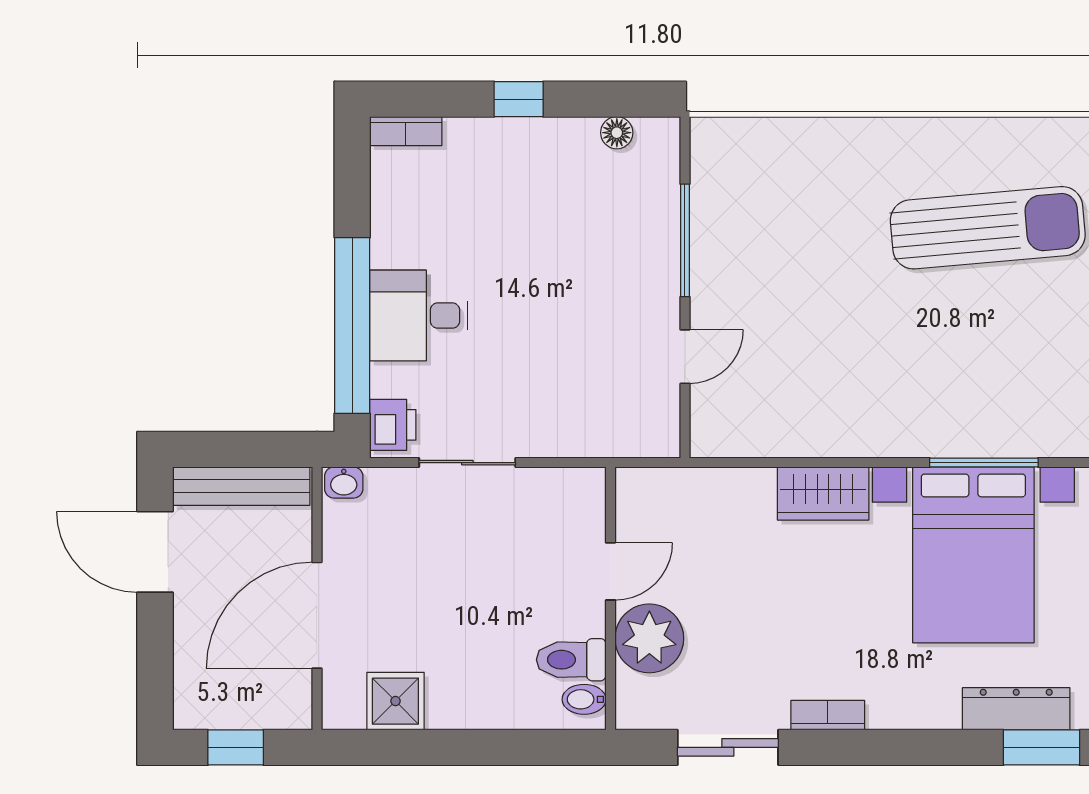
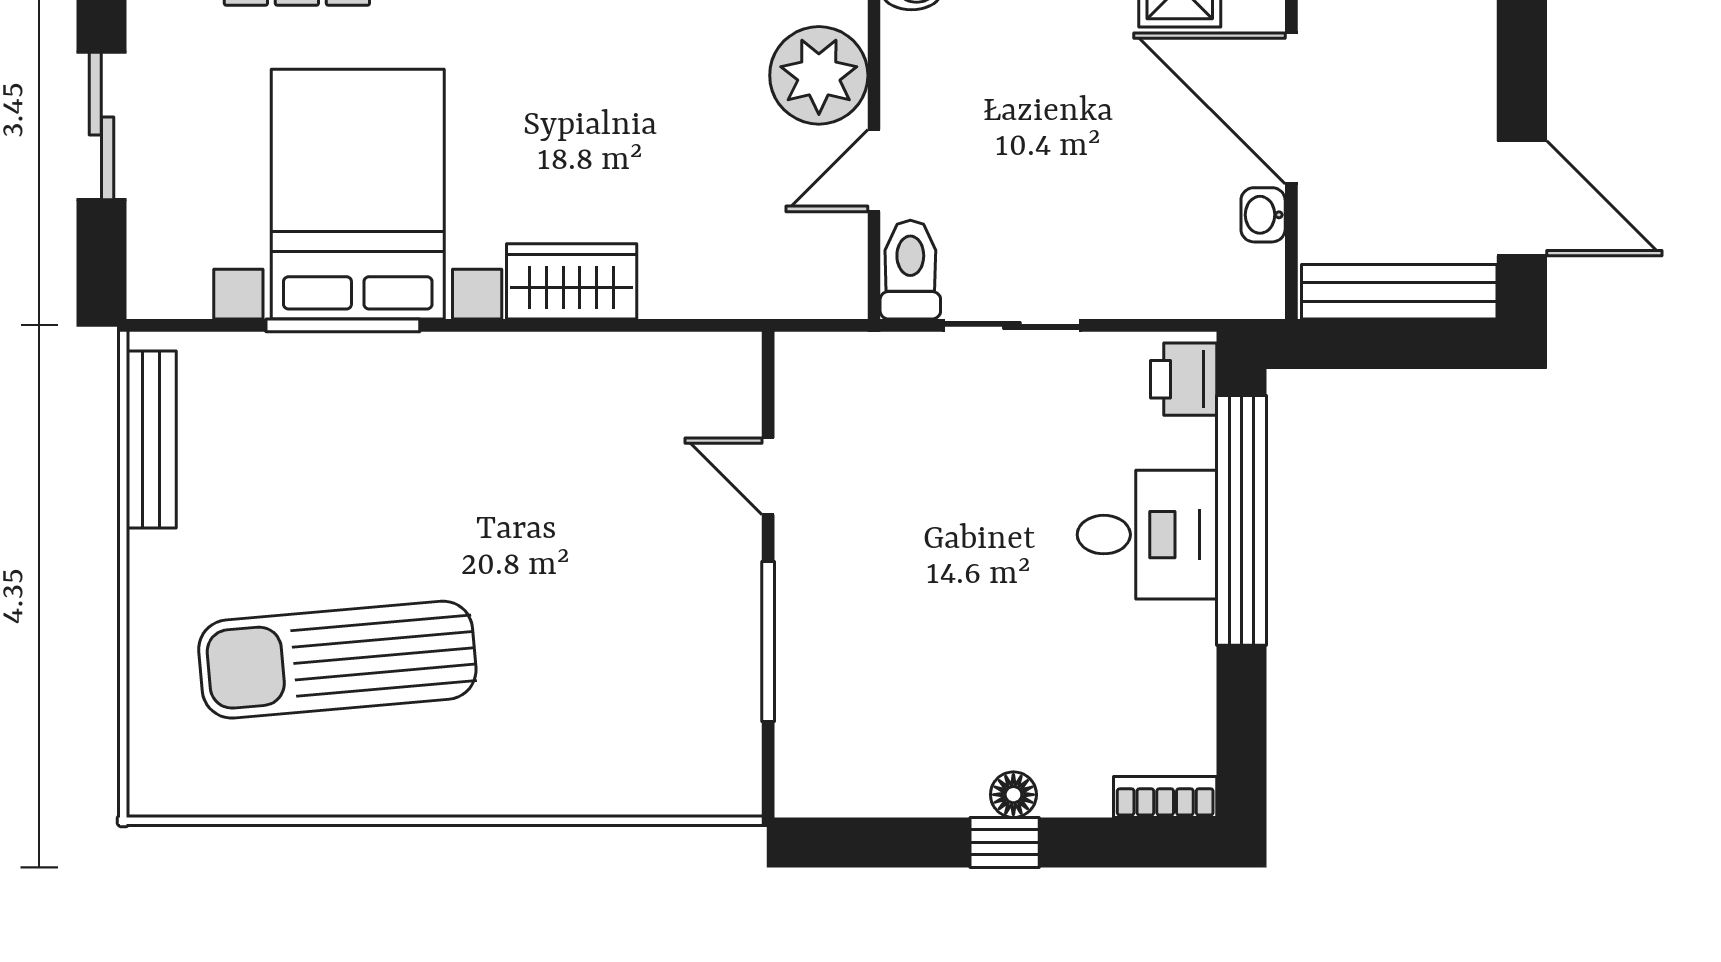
floor lamp: (617, 133) -> (1013, 795), moved
door: (685, 357) -> (768, 476), hinge flipped
sliding door: (467, 463) -> (1012, 325), moved
washbasin: (344, 483) -> (1263, 215), moved, turned -90
door: (317, 615) -> (1291, 108), swing flipped
toilet: (571, 660) -> (910, 270), moved, turned -90

